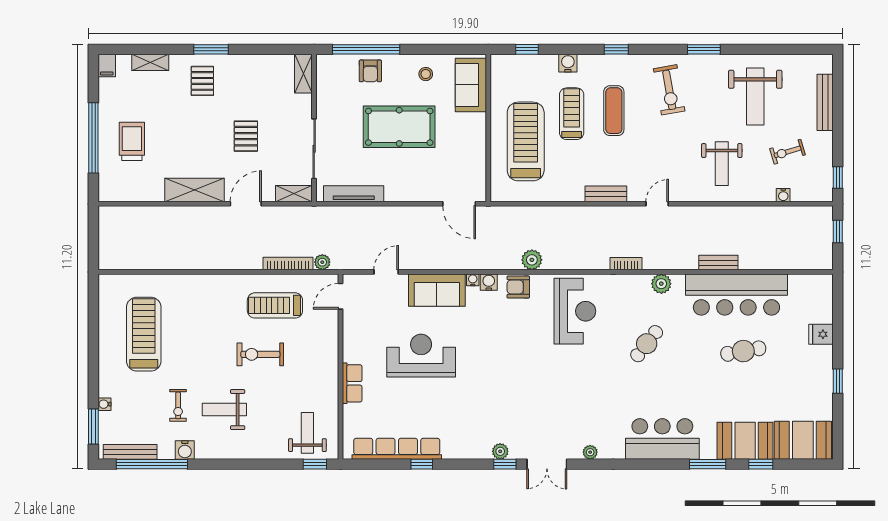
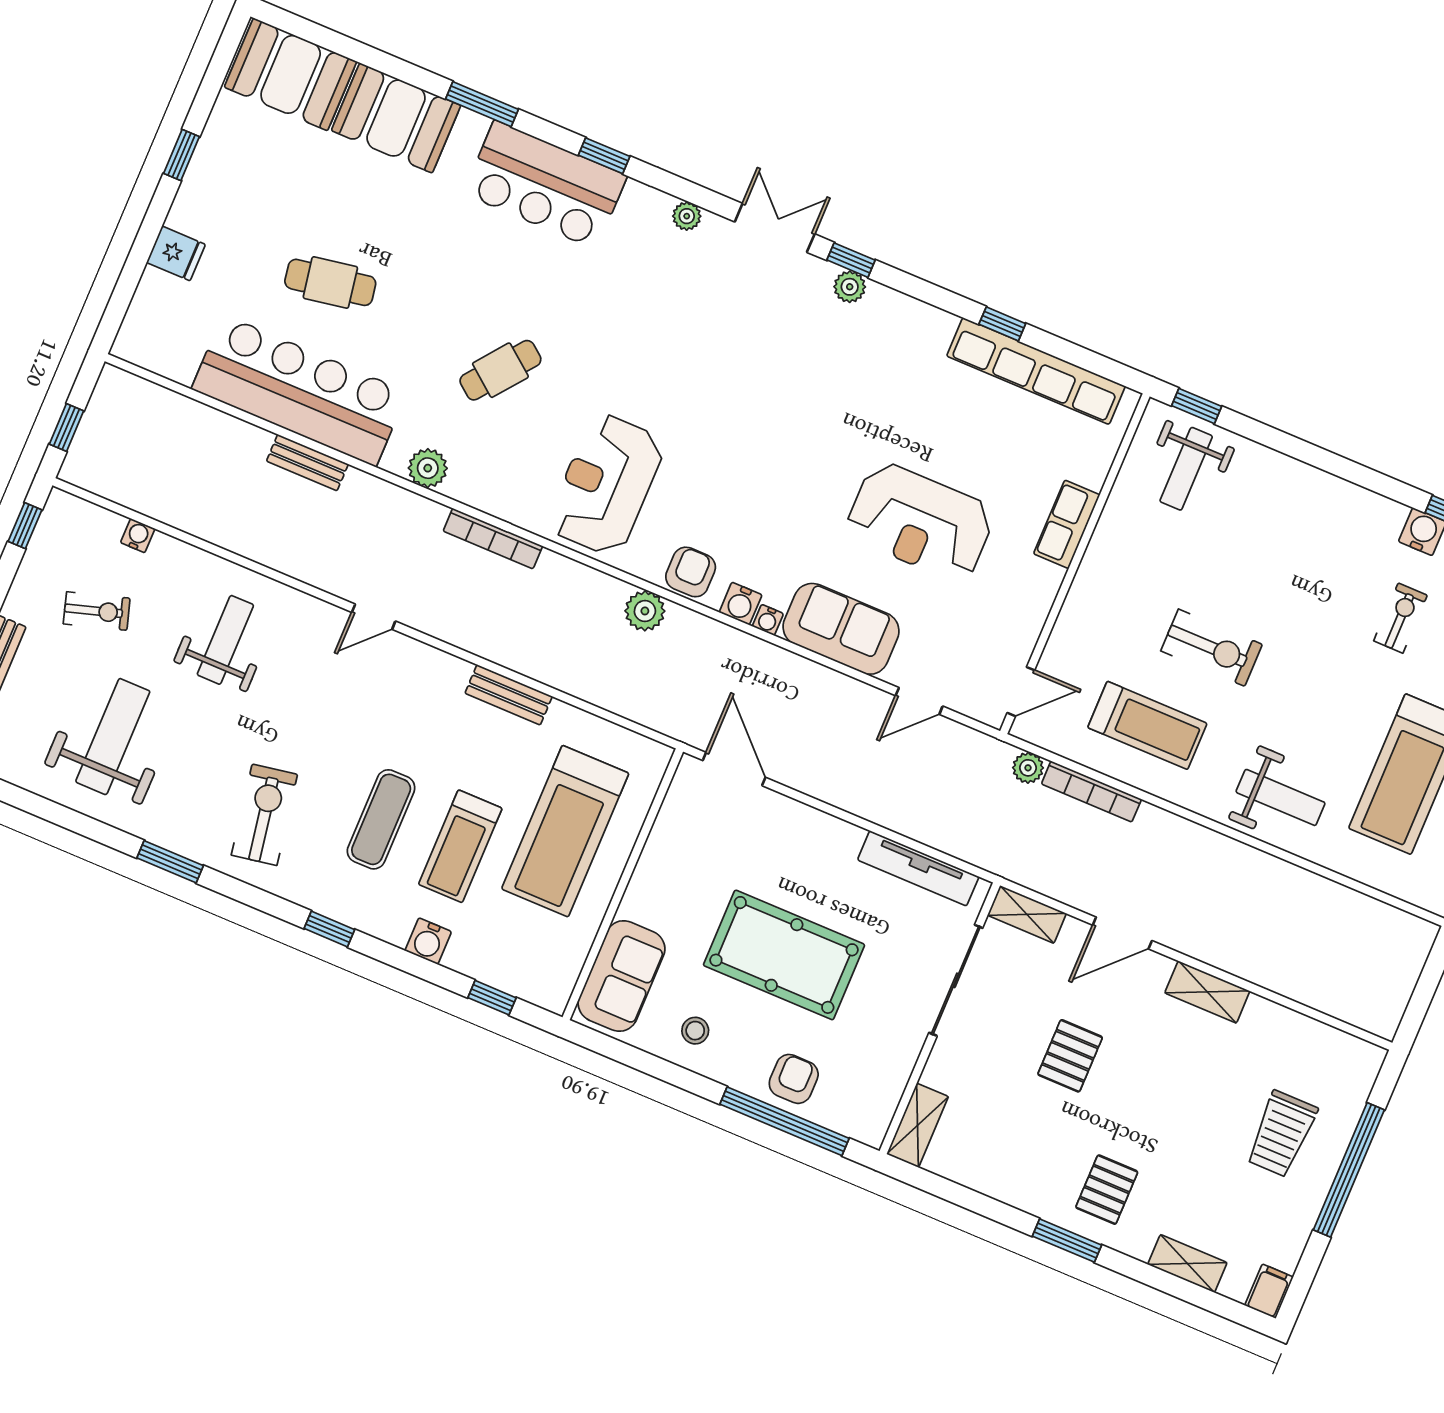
shelving: (194, 190) -> (1207, 992), width x0.67, depth x0.75
bench: (606, 194) -> (509, 695), moved
bookcase: (626, 264) -> (493, 539), width x1.56
armchair: (518, 287) -> (691, 572), turned -90
weight bench: (224, 410) -> (1281, 797), moved
window: (761, 464) -> (604, 156), moved

